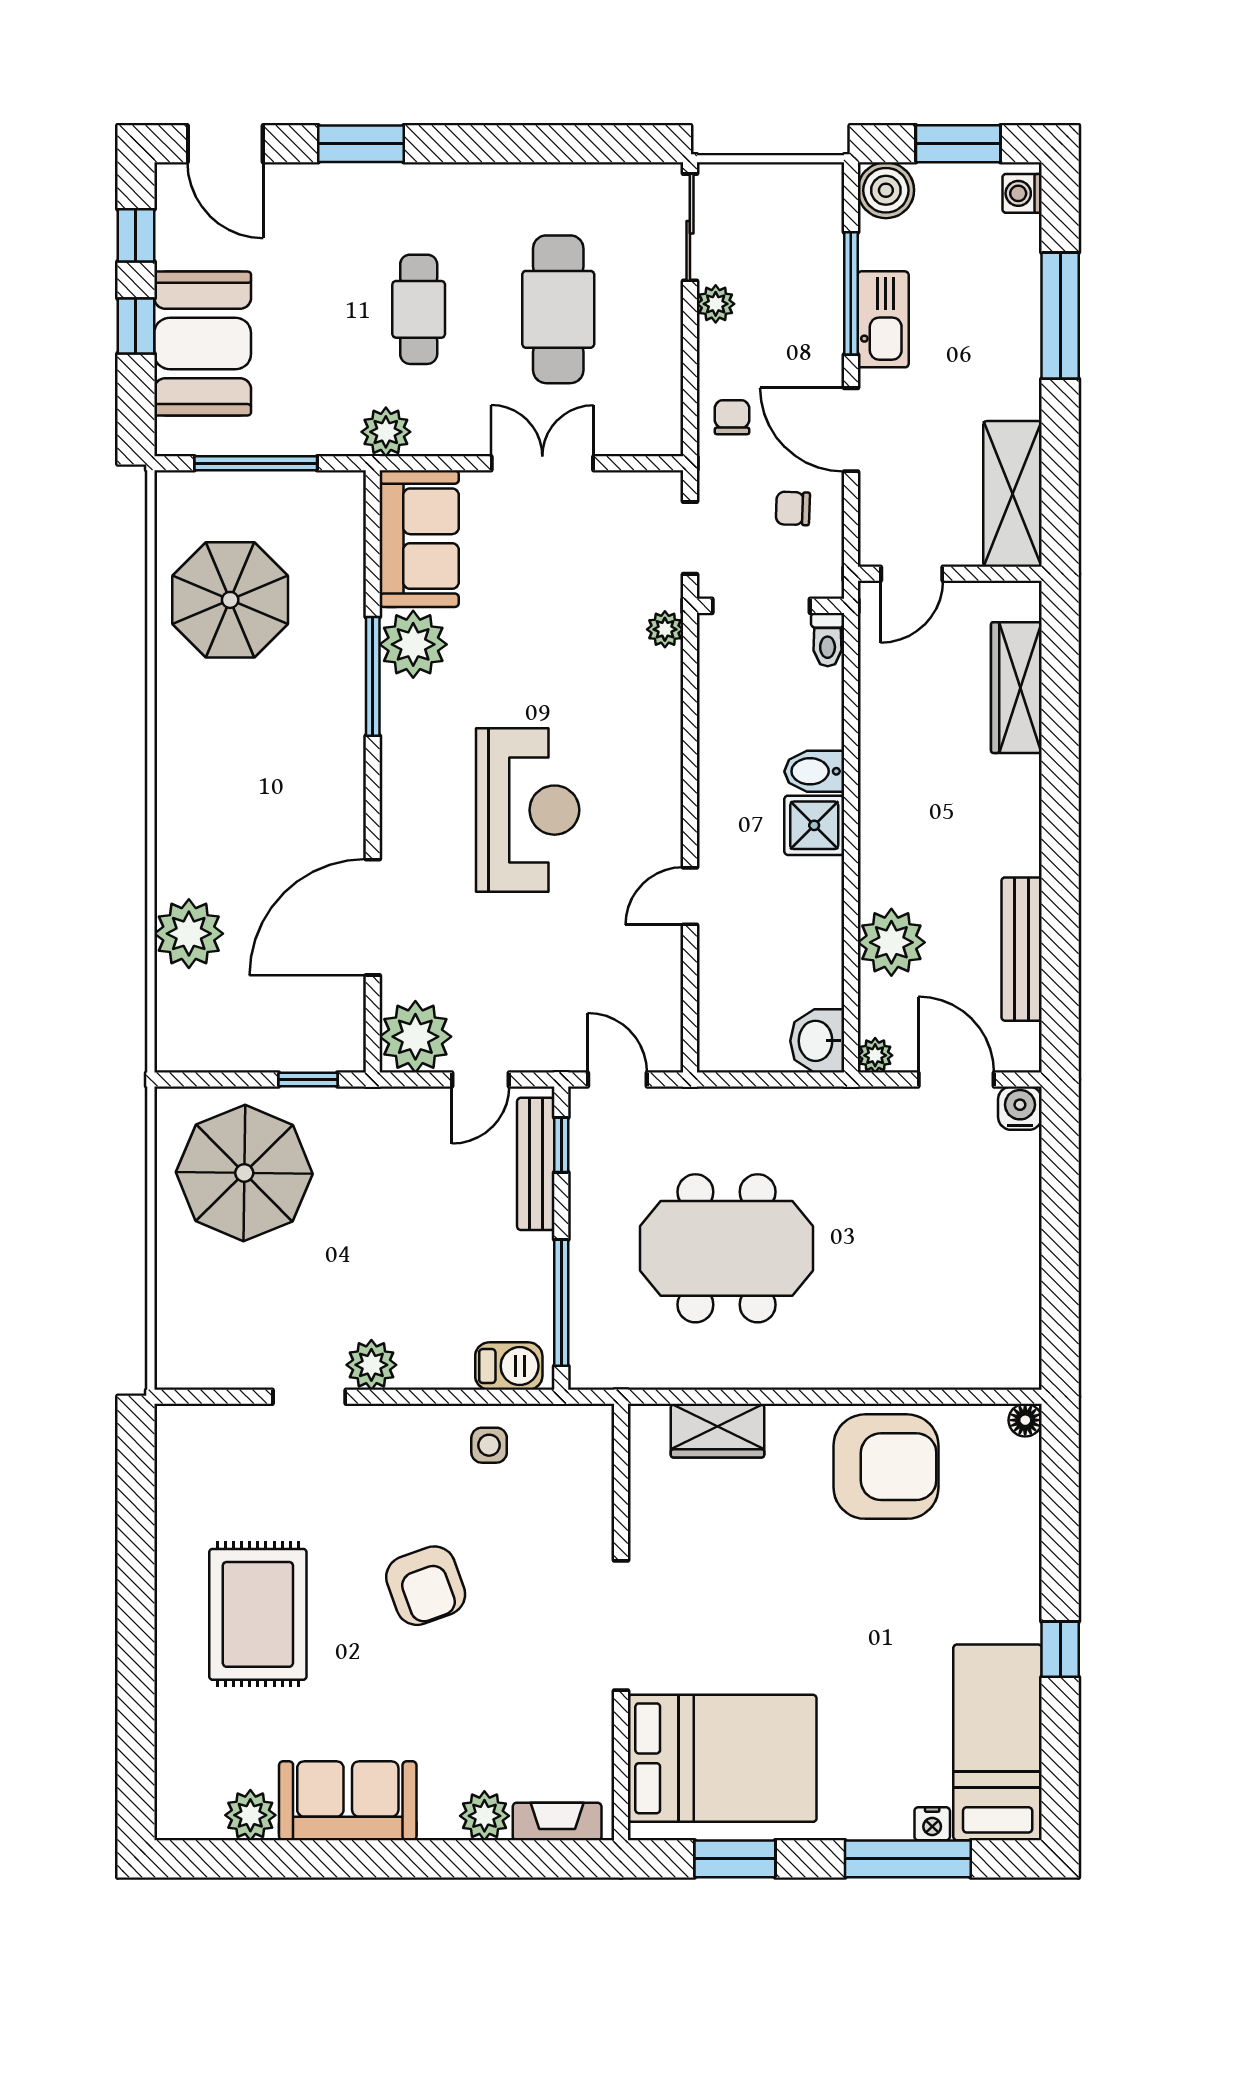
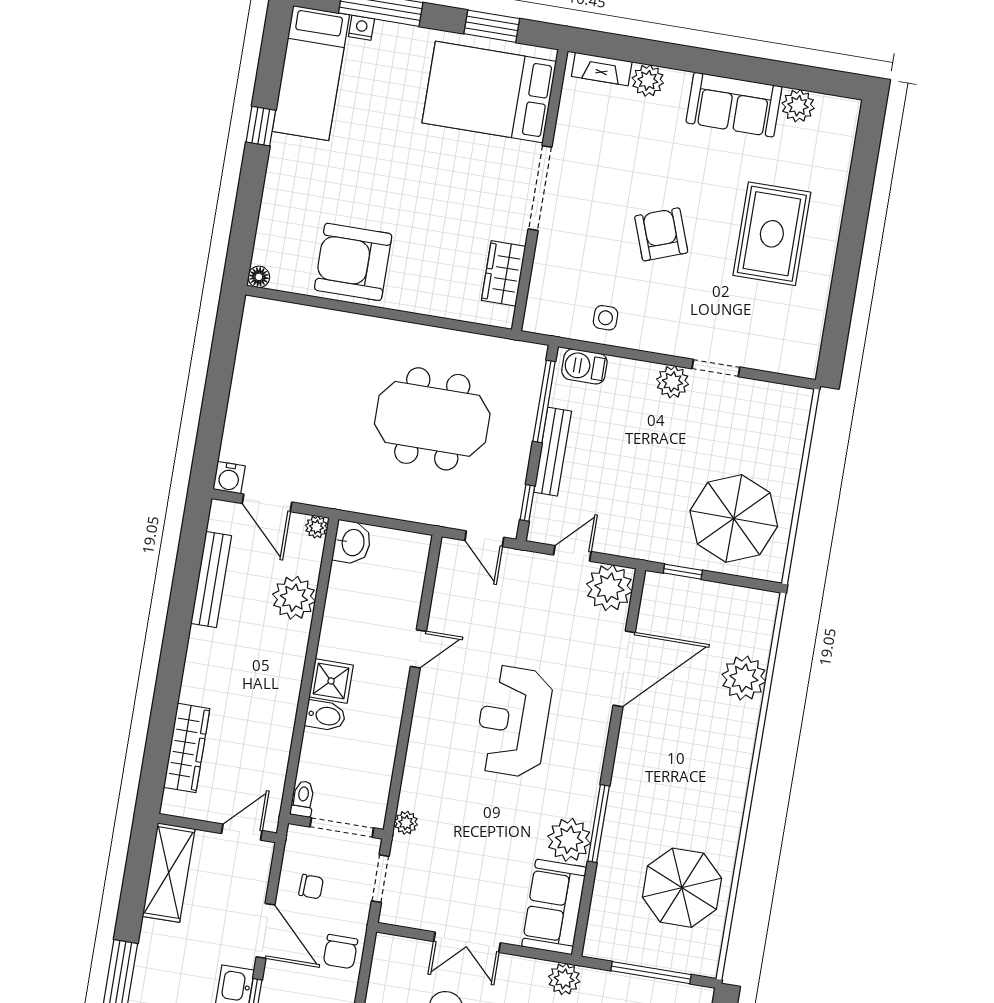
chair: (732, 417) -> (340, 952), width x1.37, depth x1.37
bench: (536, 1164) -> (553, 452), moved
wardrobe: (717, 1431) -> (504, 273), moved, turned -90

